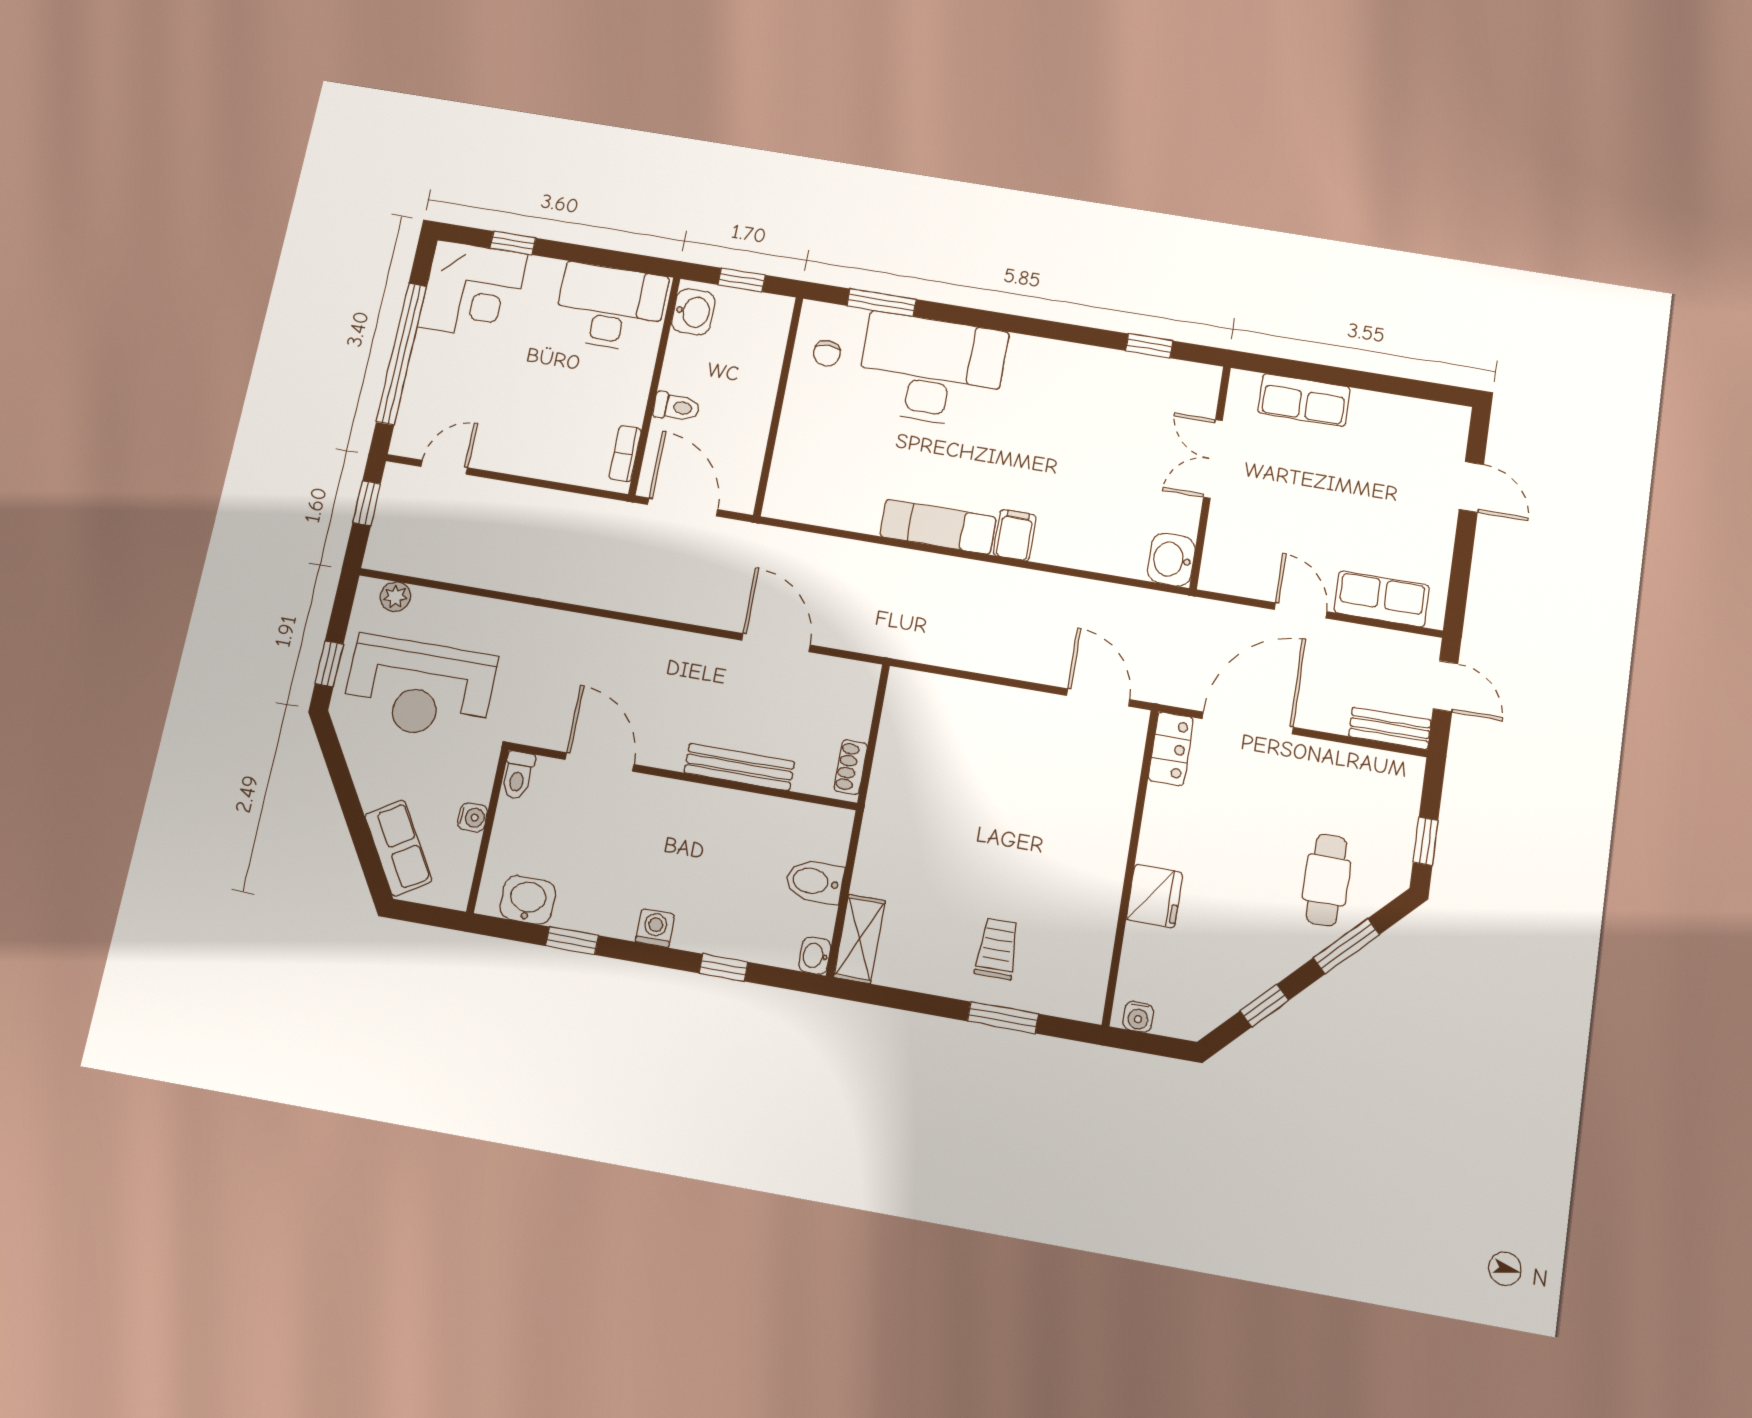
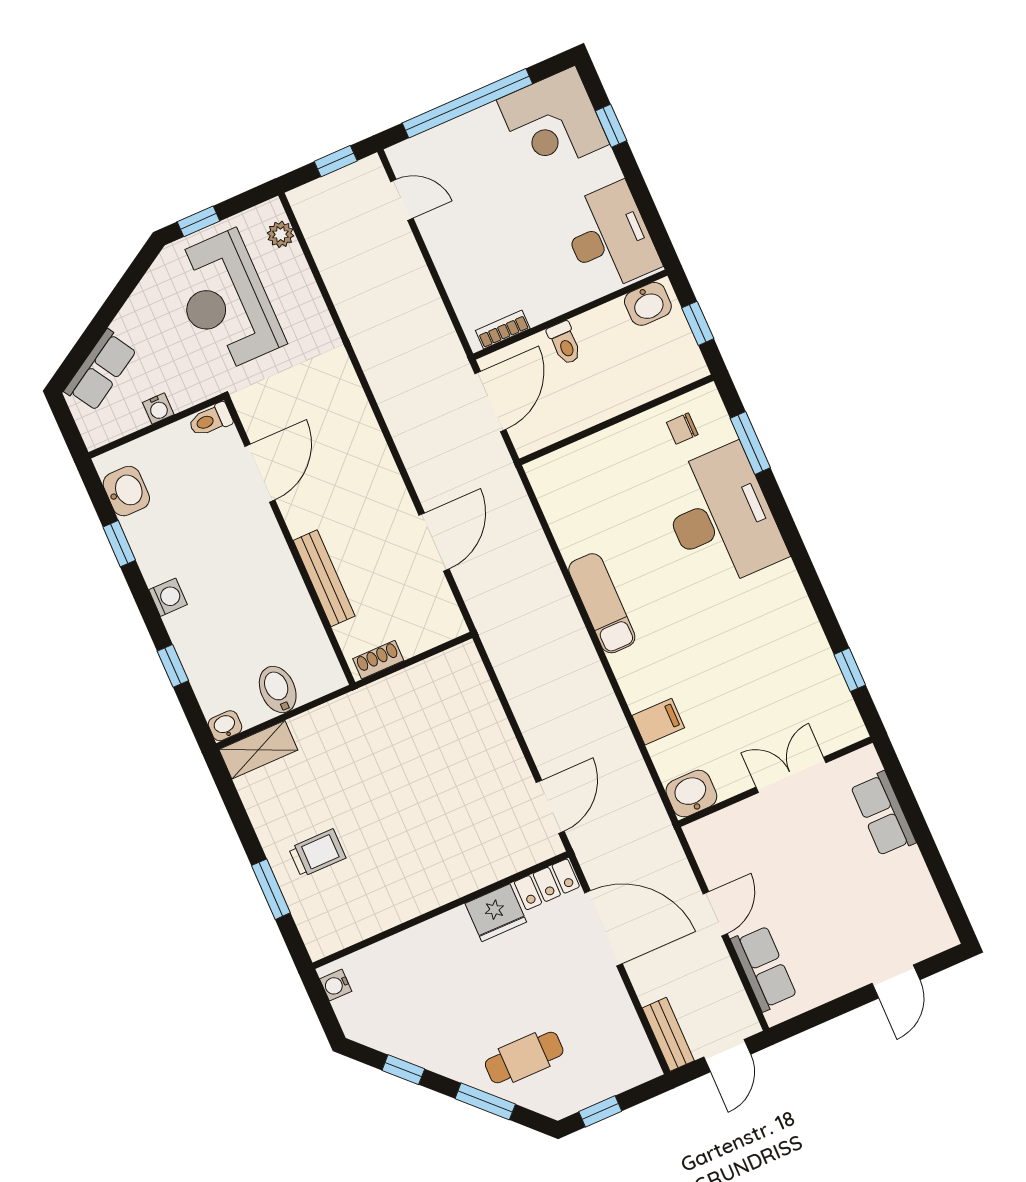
filing cabinet: (1015, 535) -> (658, 722), moved
fridge: (1155, 896) -> (496, 913), moved

